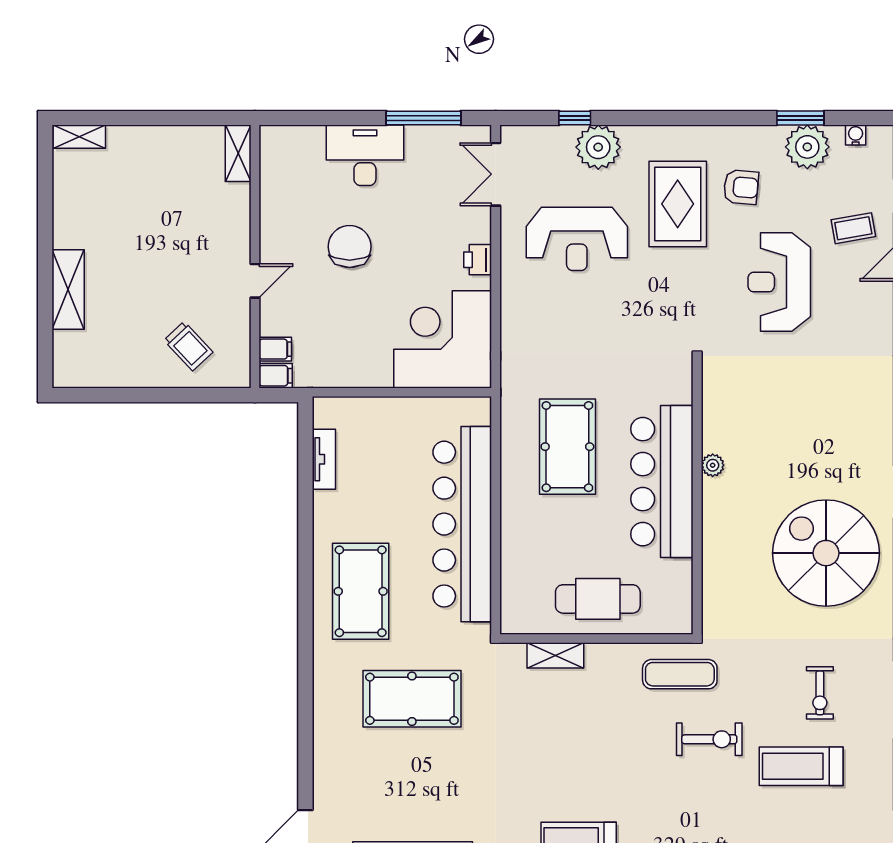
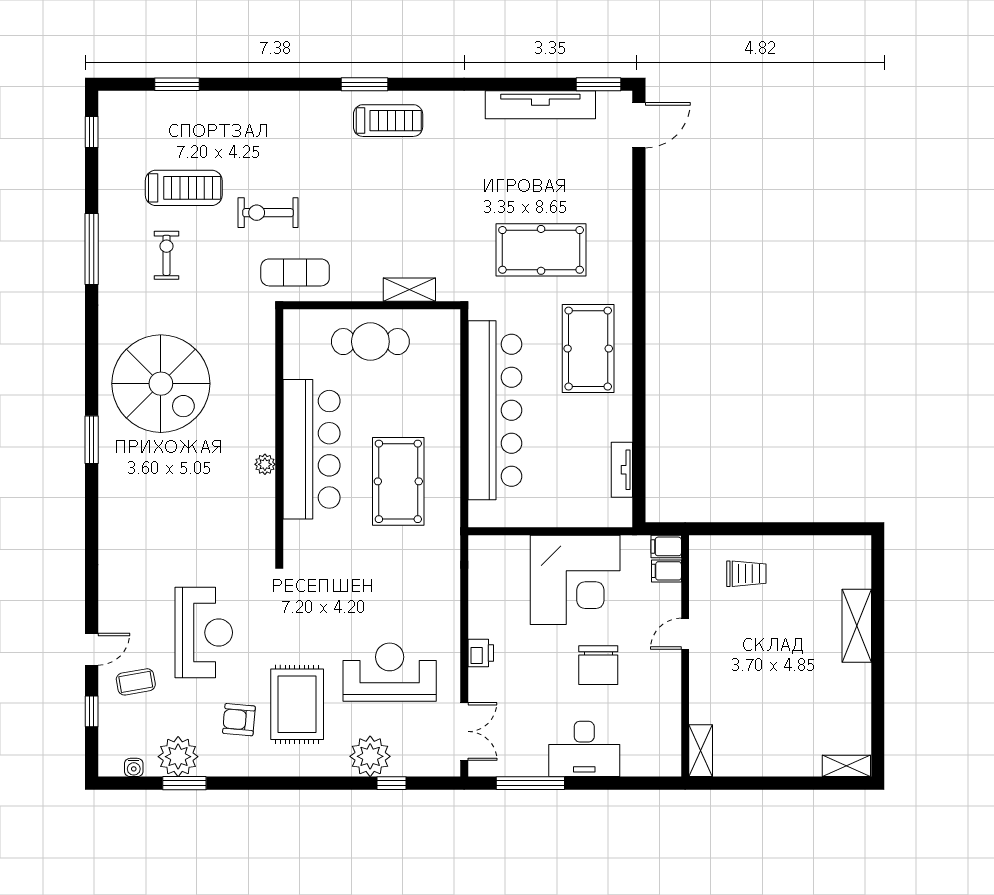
corner desk: (443, 339) -> (575, 580), moved
trolley: (188, 346) -> (746, 574), turned 133

